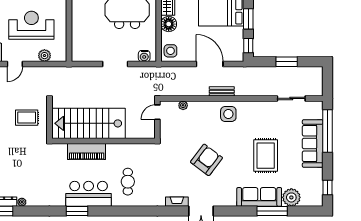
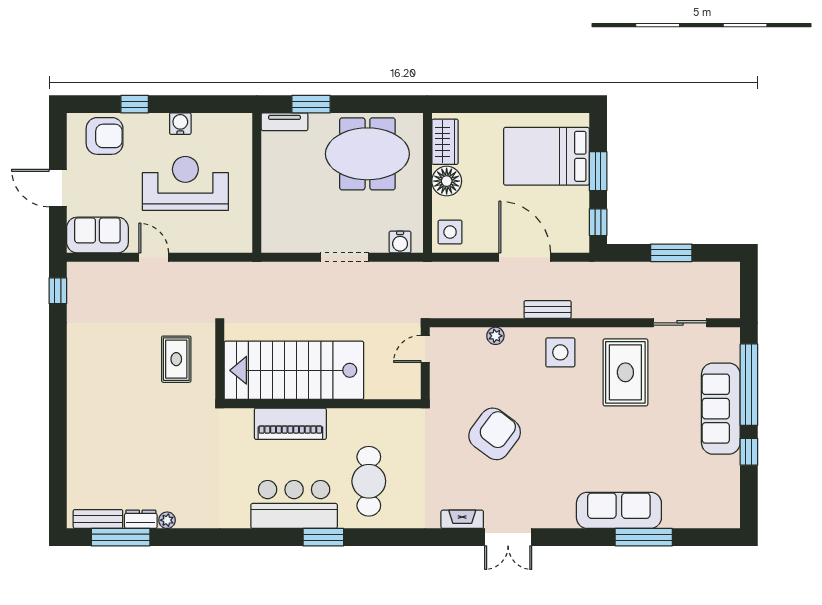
plant: (44, 56) -> (210, 241), removed
door: (15, 64) -> (154, 257), swing flipped
plant: (183, 105) -> (495, 336), moved
rug: (27, 118) -> (176, 359), turned 90
rug: (266, 156) -> (625, 372), moved
armchair: (206, 160) -> (495, 434), moved
cafe table: (128, 182) -> (369, 481), width x1.37, depth x1.35
window: (327, 187) -> (749, 452), moved
plant: (291, 197) -> (680, 511), removed
window: (77, 211) -> (323, 537), moved

